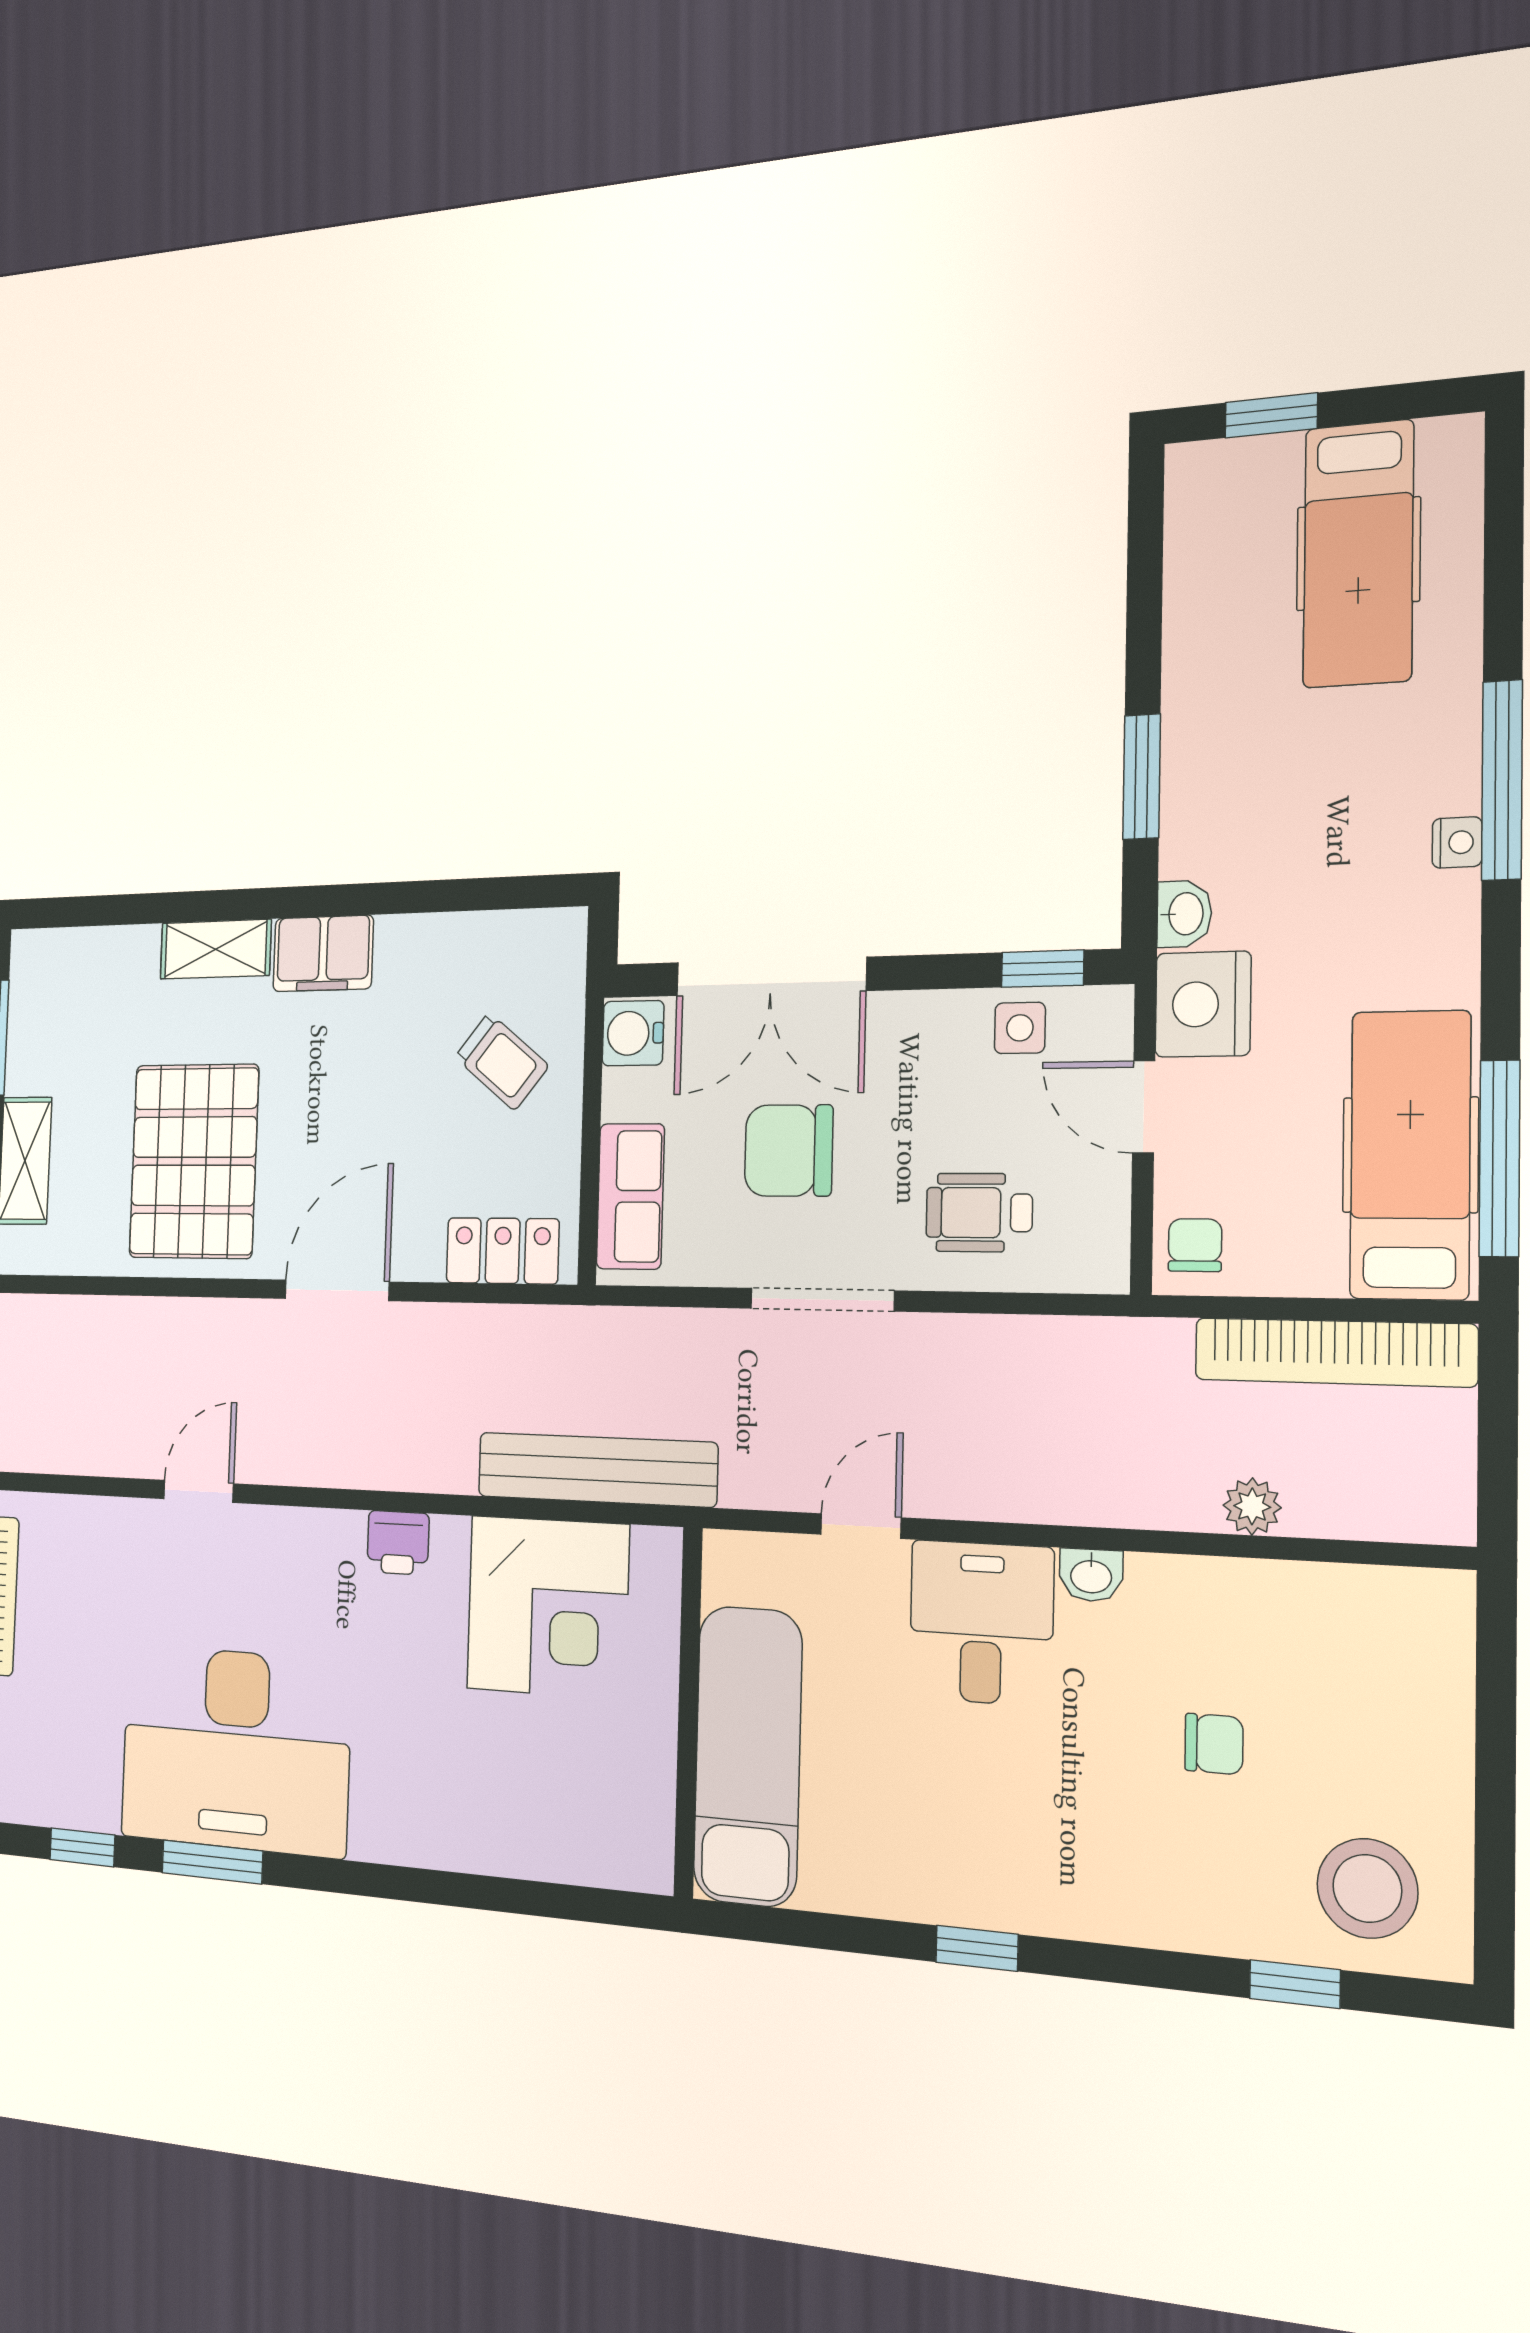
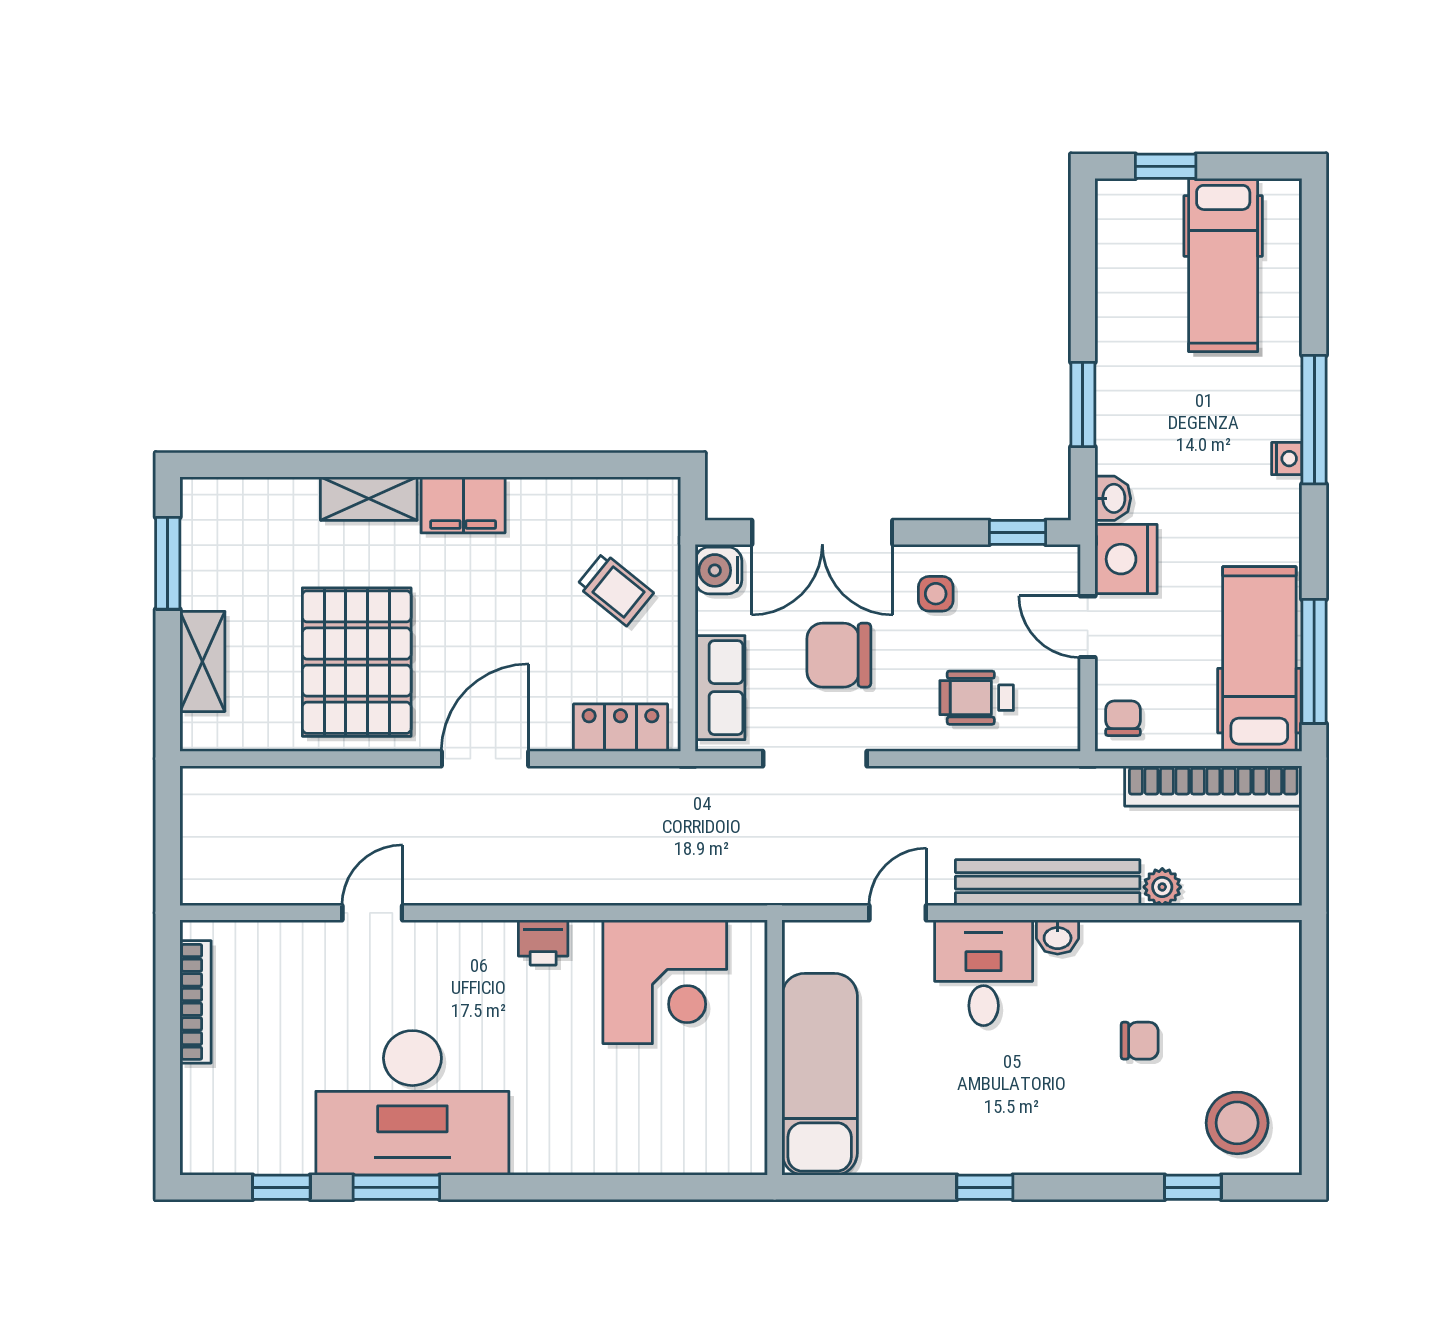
side table: (1020, 1028) -> (936, 594), moved
doorway: (822, 1300) -> (815, 759), moved
bench: (597, 1470) -> (1048, 883), moved

